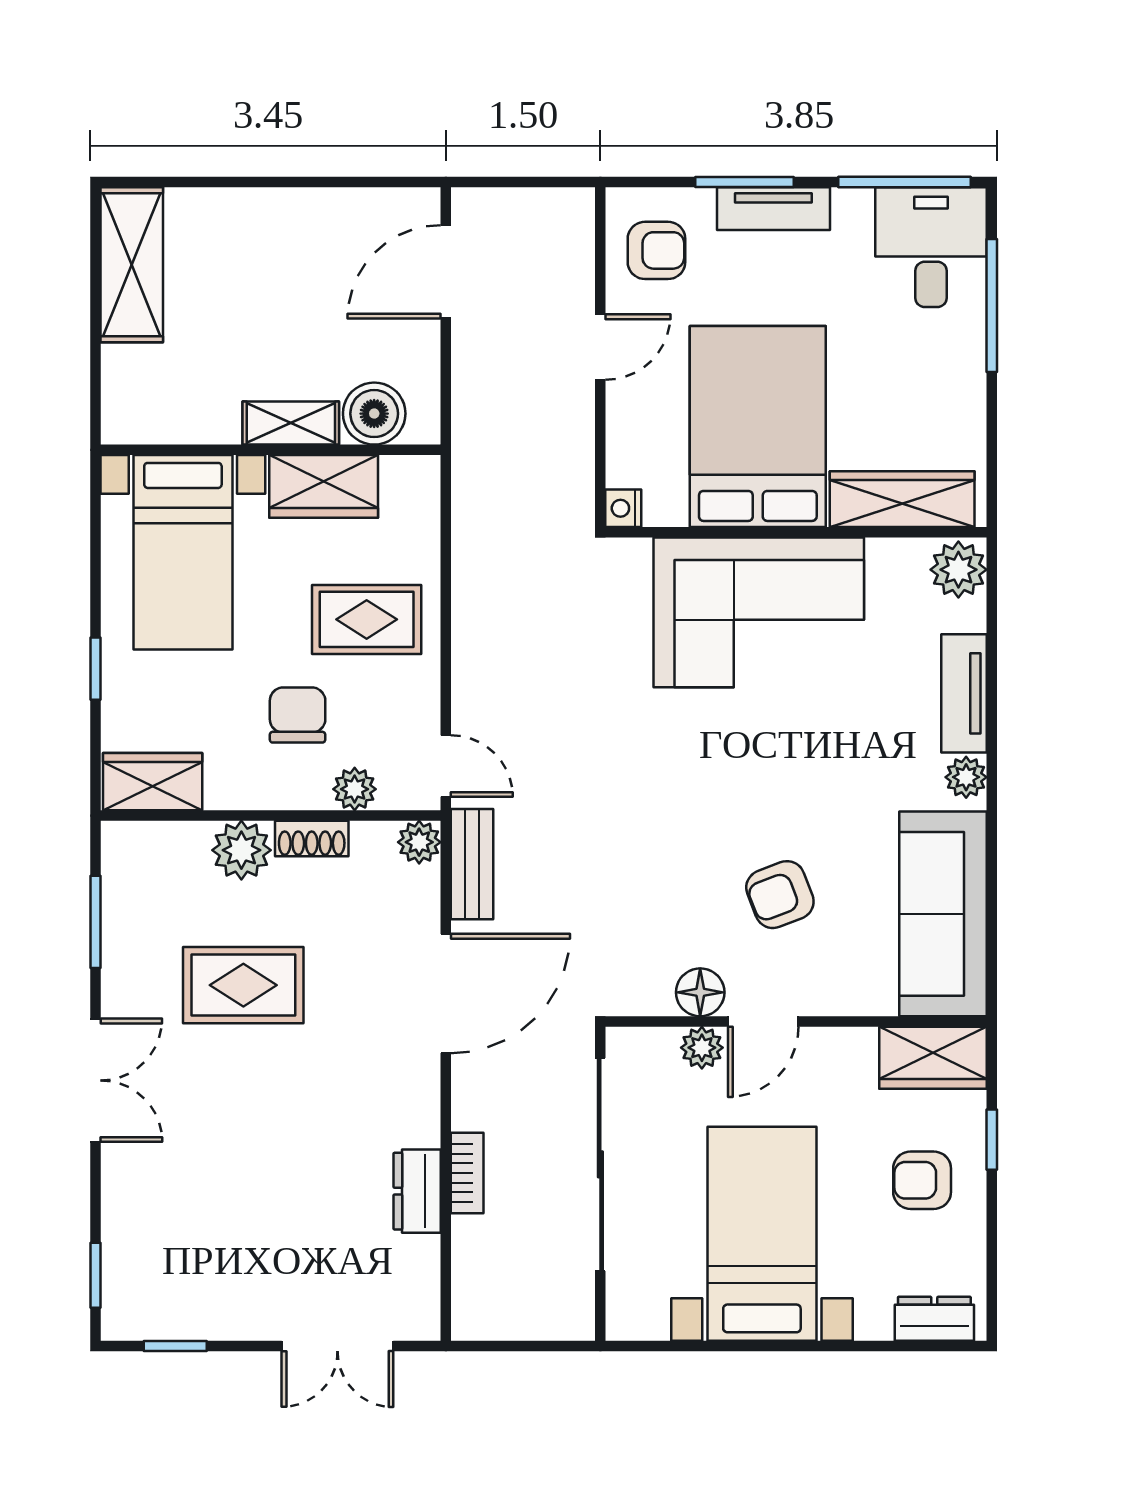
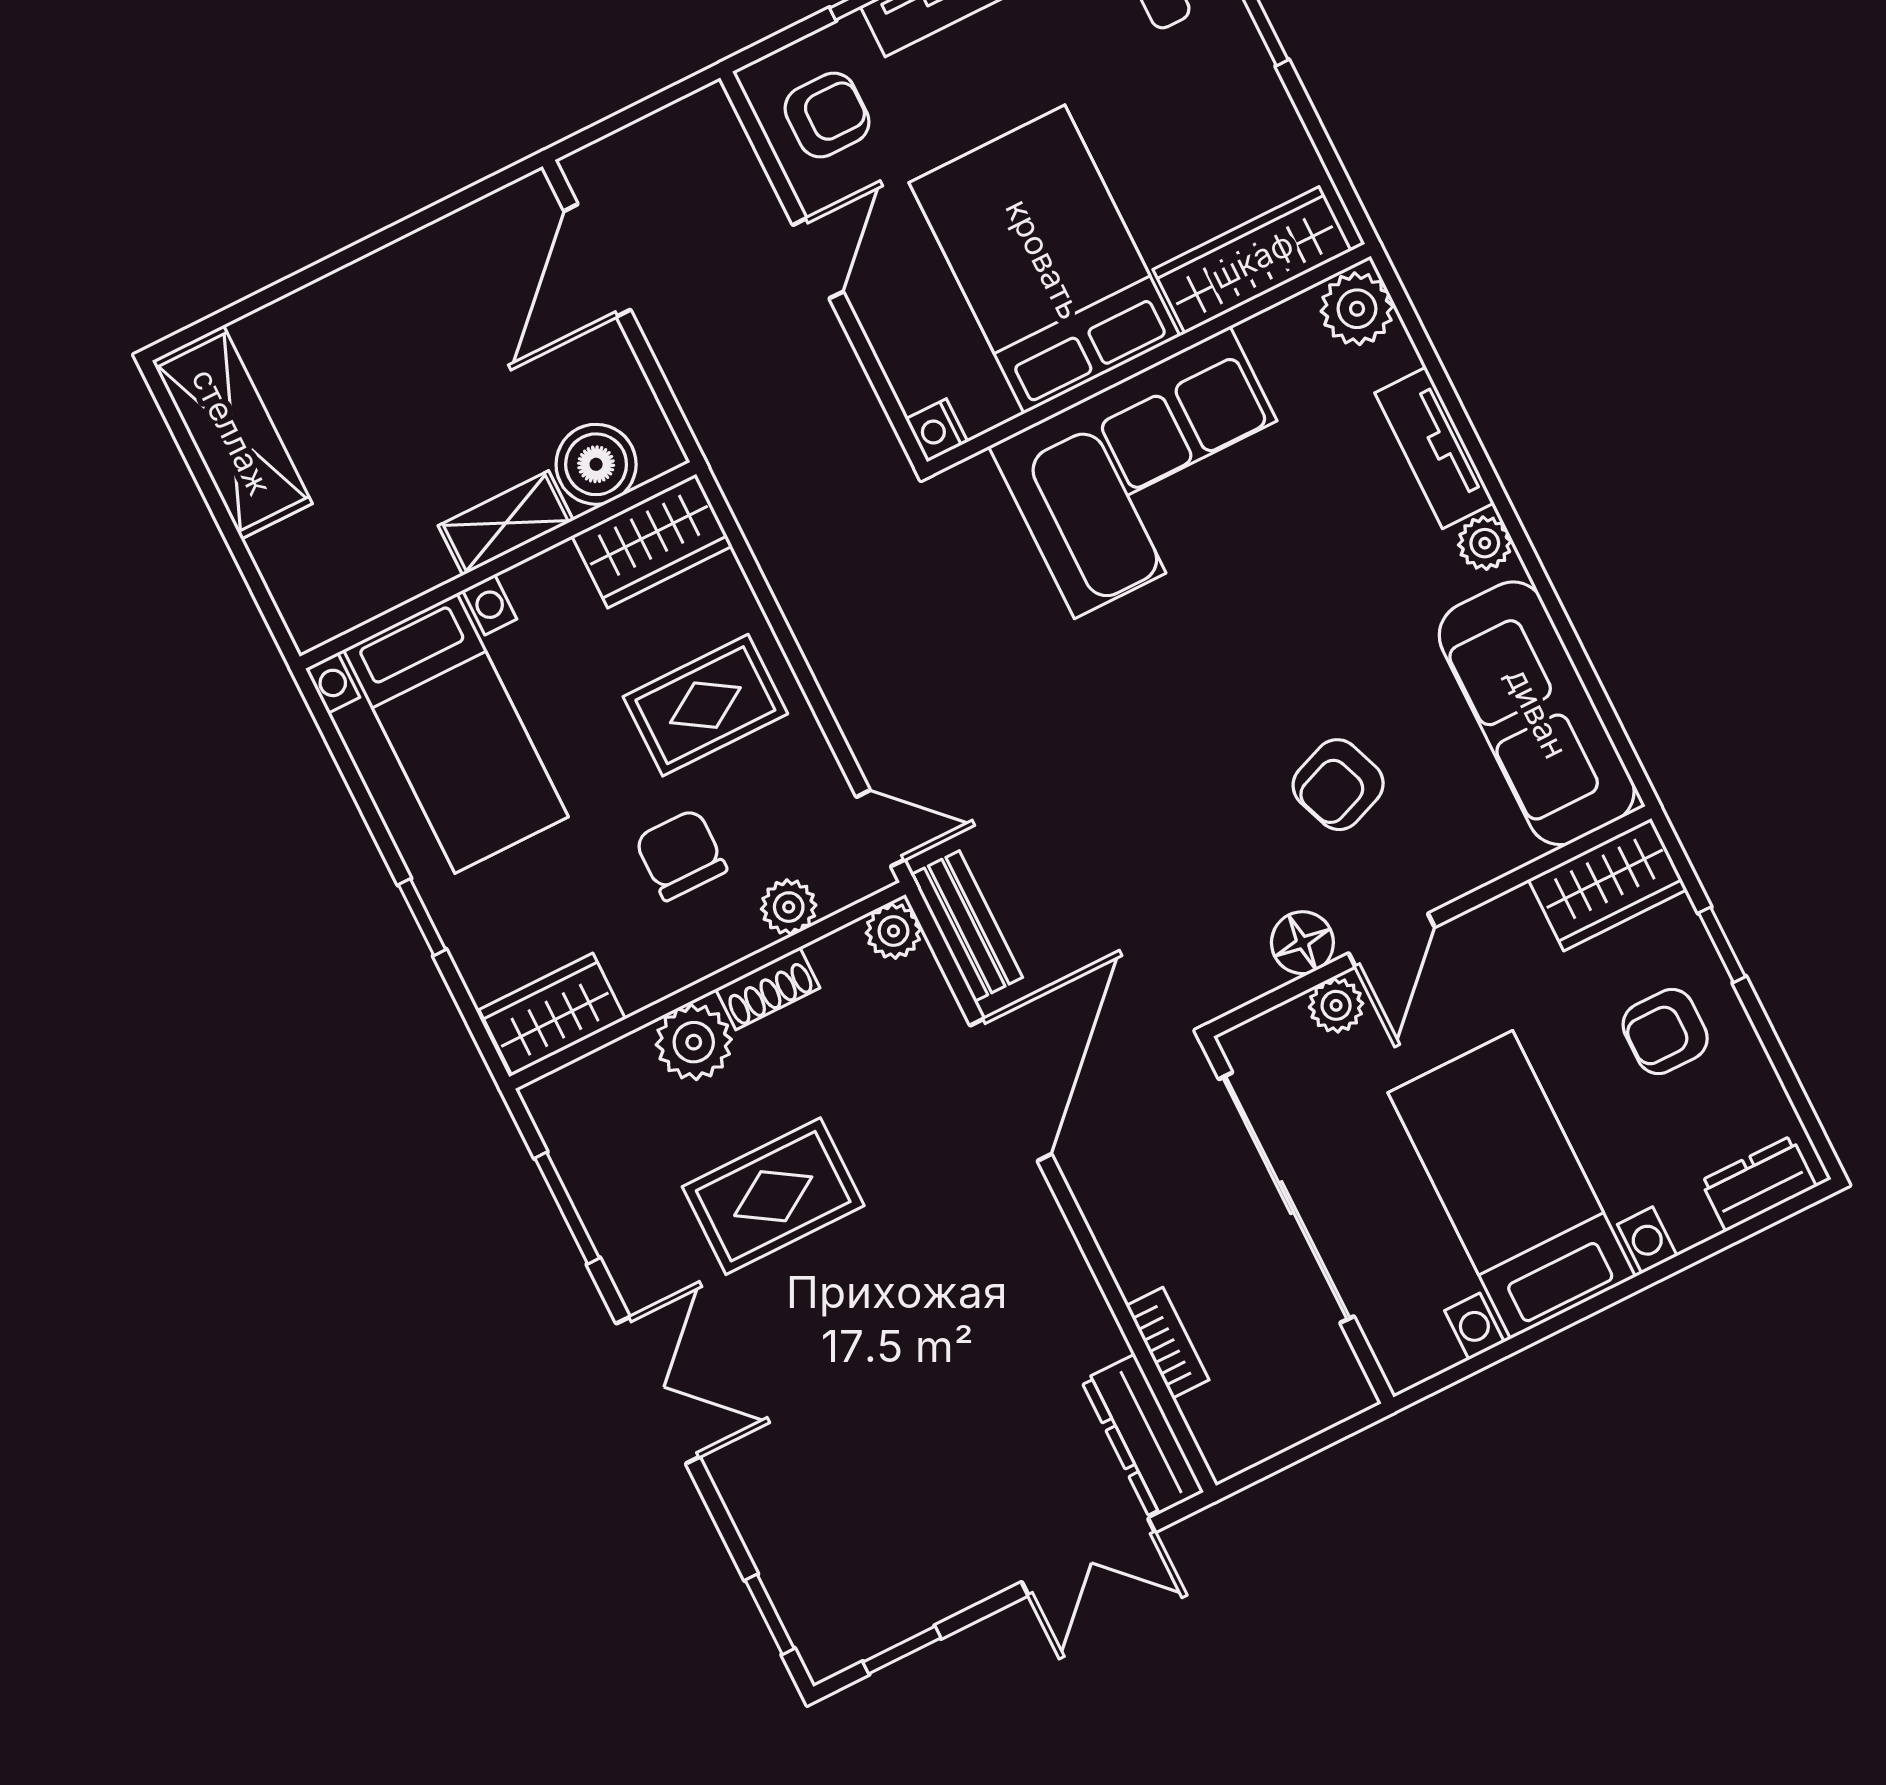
wardrobe: (324, 486) -> (652, 541), moved
bookcase: (467, 1173) -> (1167, 1343), moved
dresser: (417, 1191) -> (1142, 1436), moved, width x1.44

